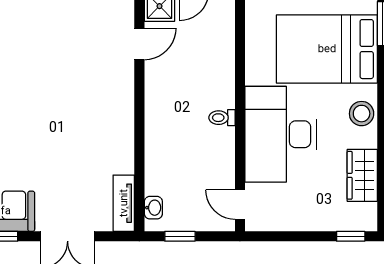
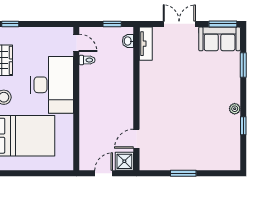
toilet: (222, 118) -> (87, 60), moved

